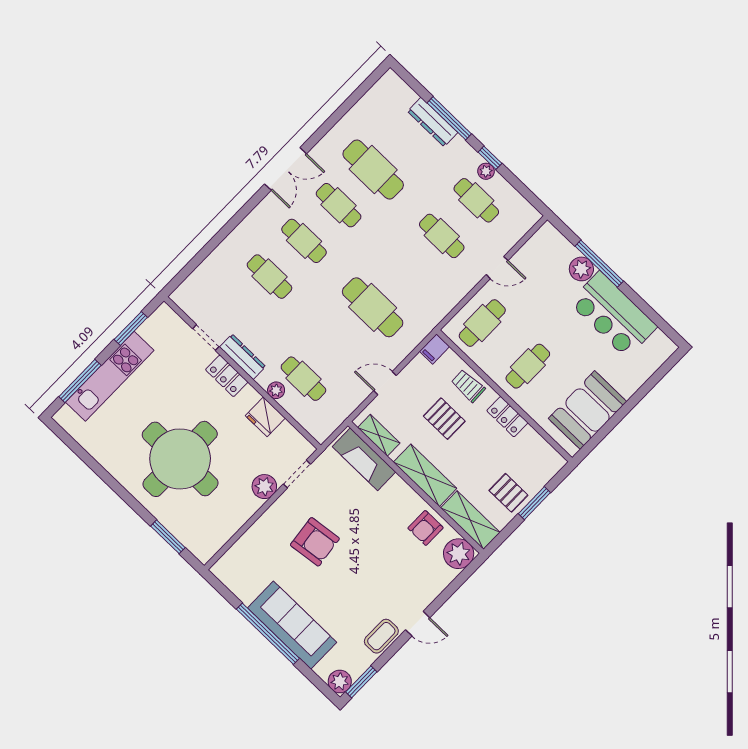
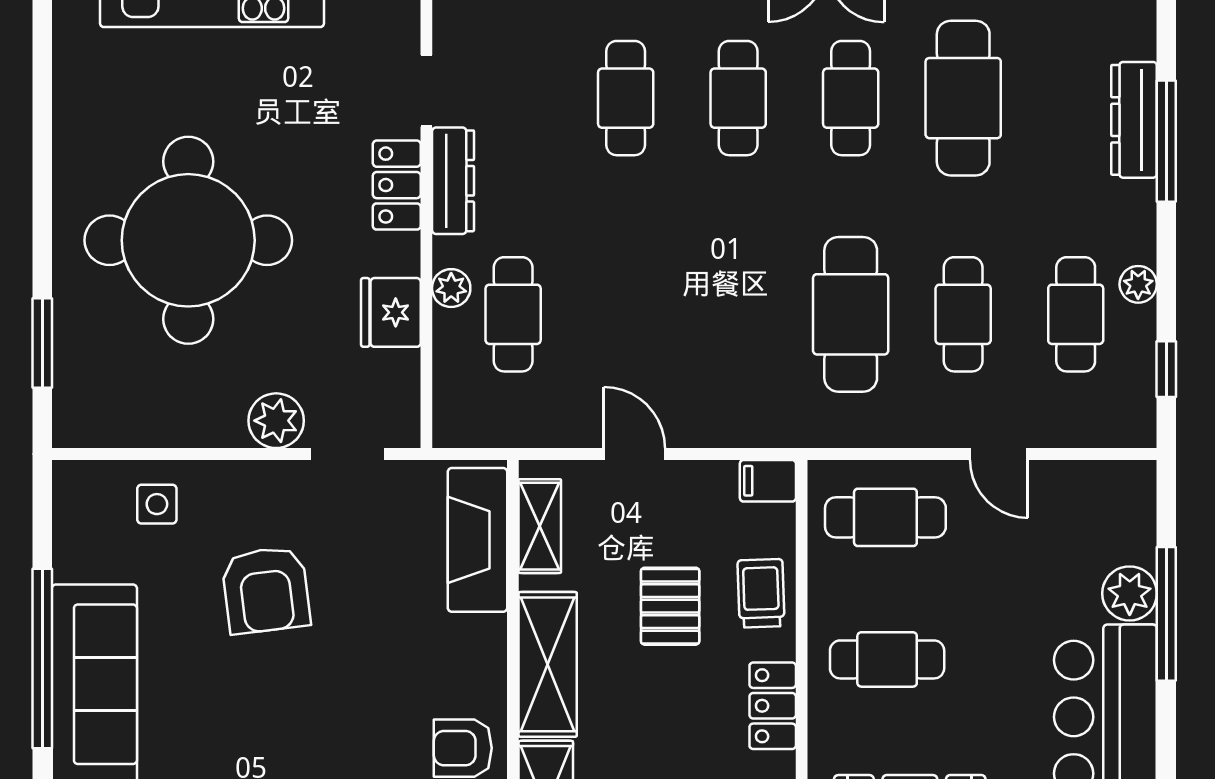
window: (490, 158) -> (1166, 369), moved
cafe table: (373, 307) -> (851, 314), moved
side table: (254, 550) -> (157, 504), added

